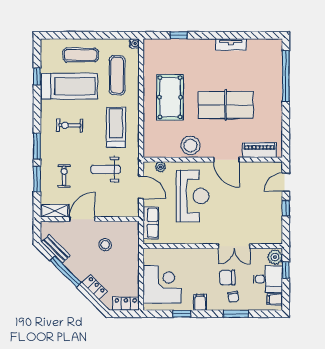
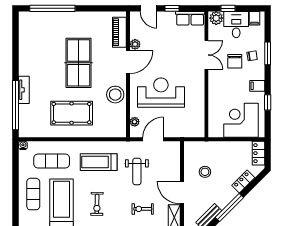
window: (179, 35) -> (15, 105), width x3.17
tv unit: (231, 45) -> (24, 90), moved
plant: (246, 167) -> (135, 44), added
row of seats: (151, 223) -> (190, 18), moved, turned 180

